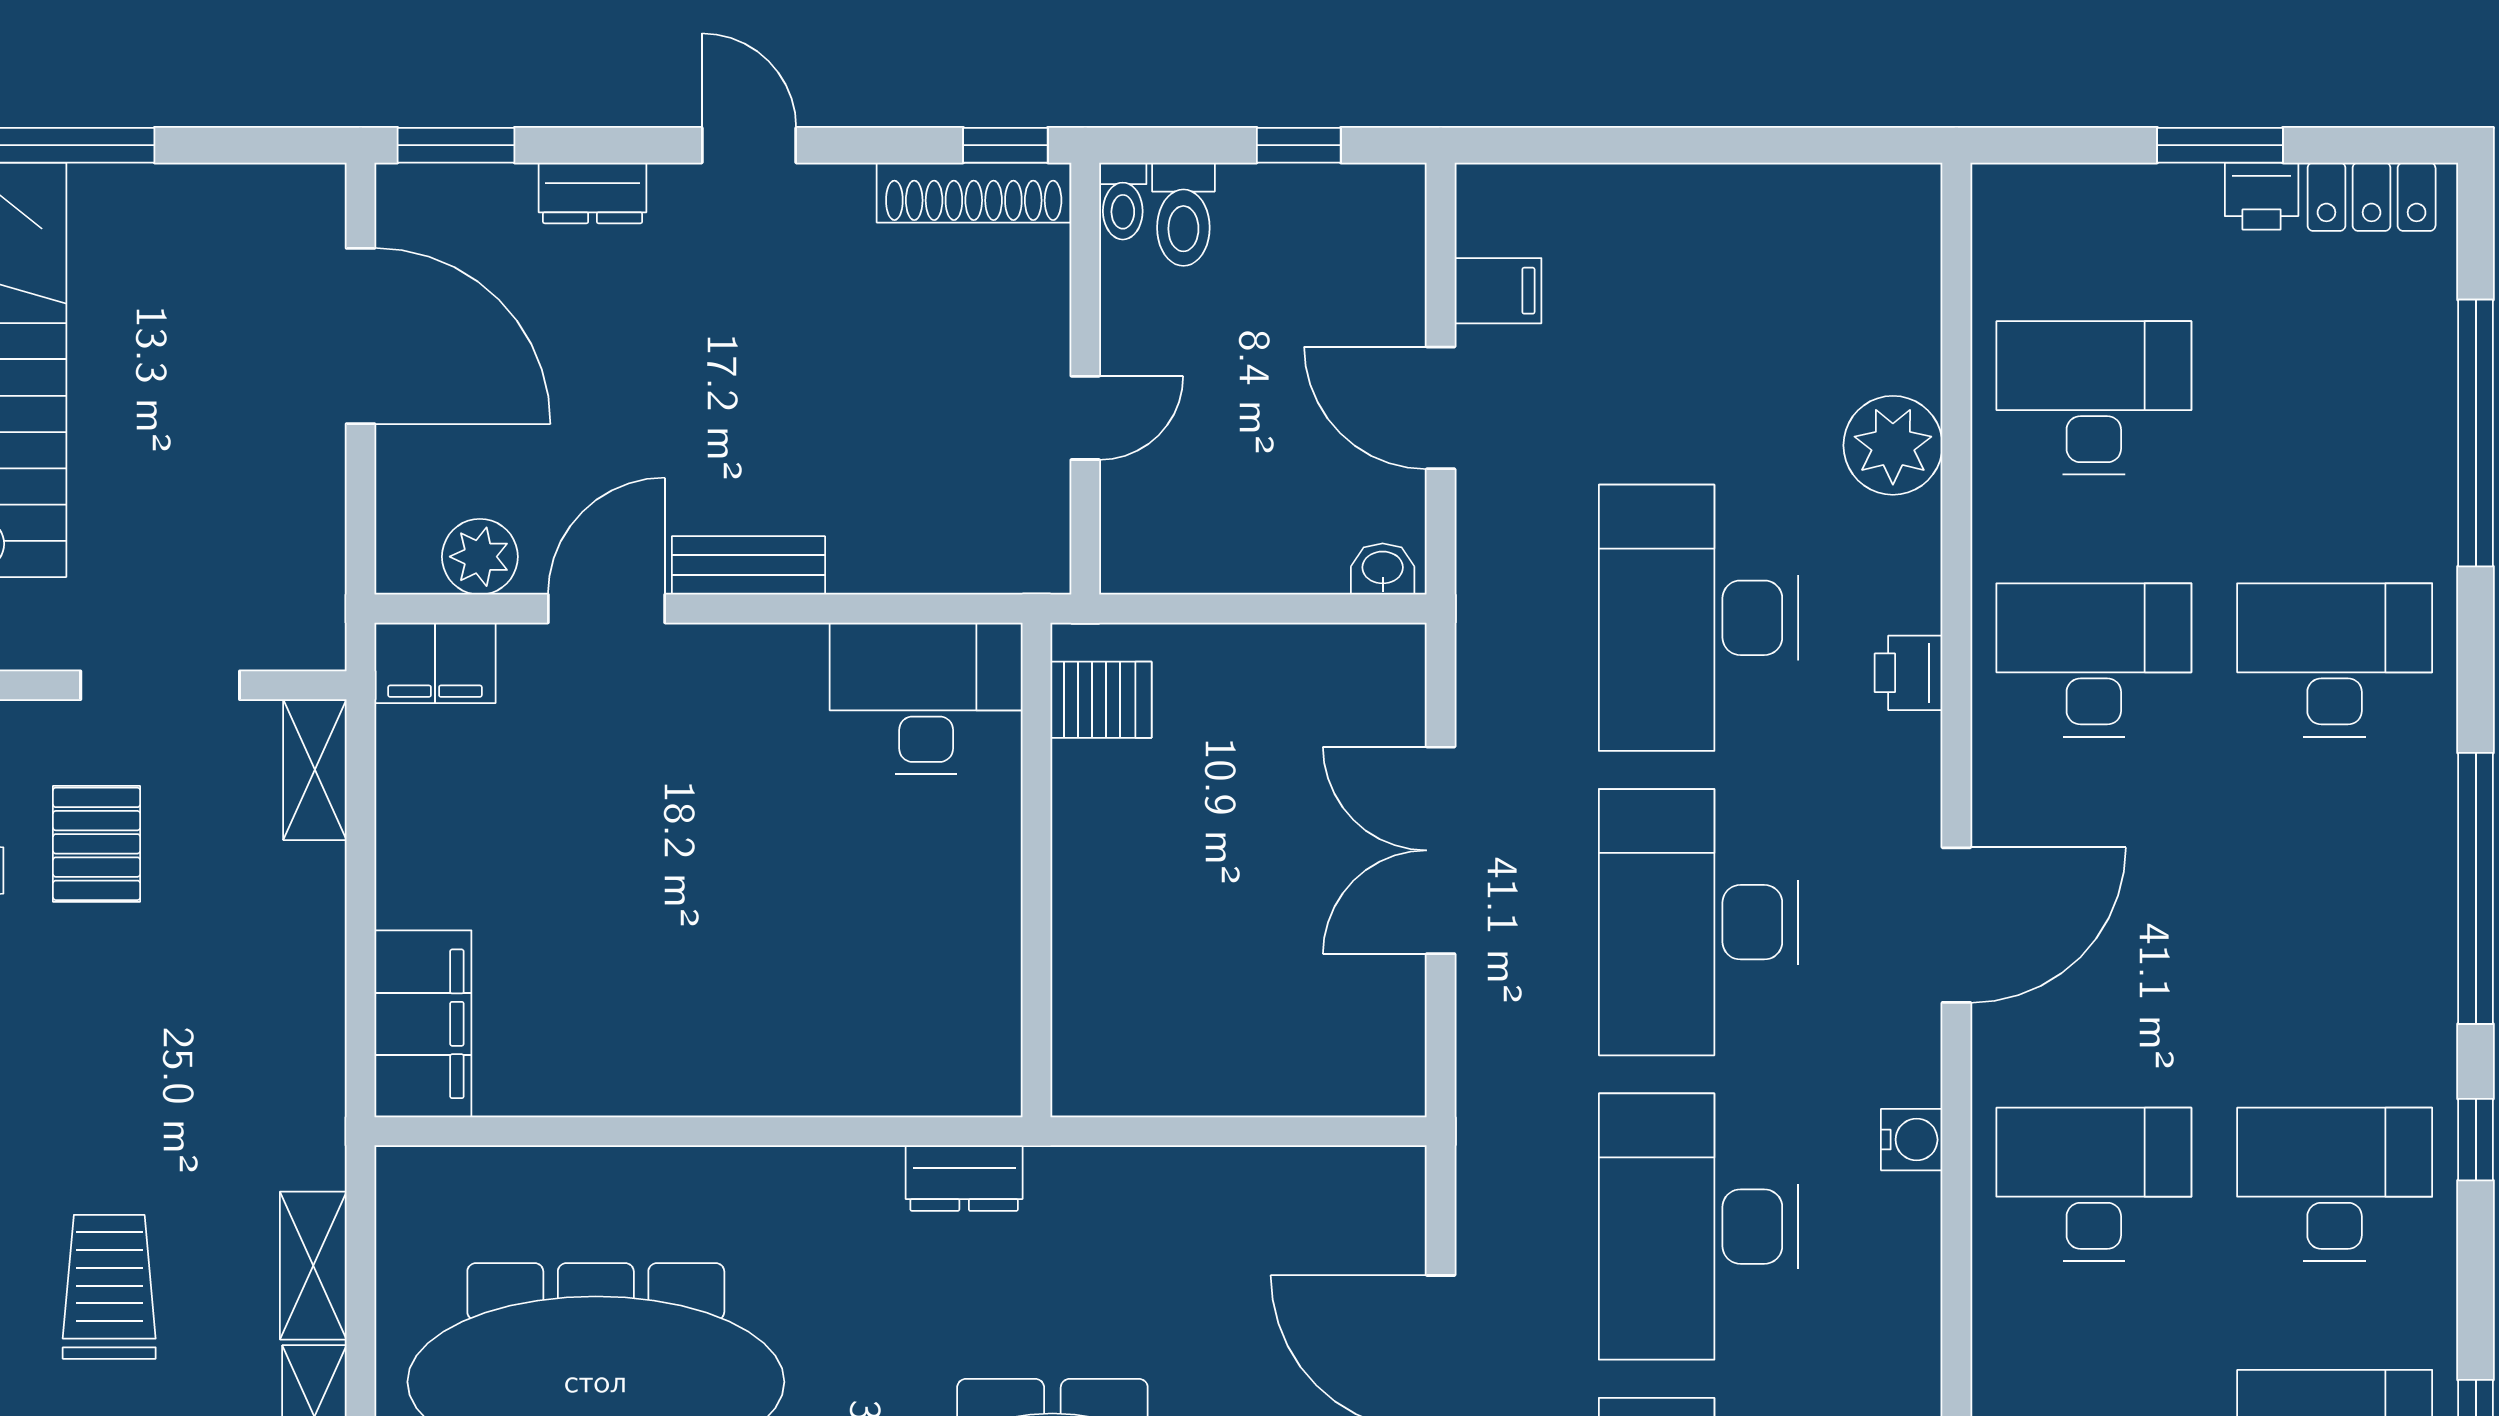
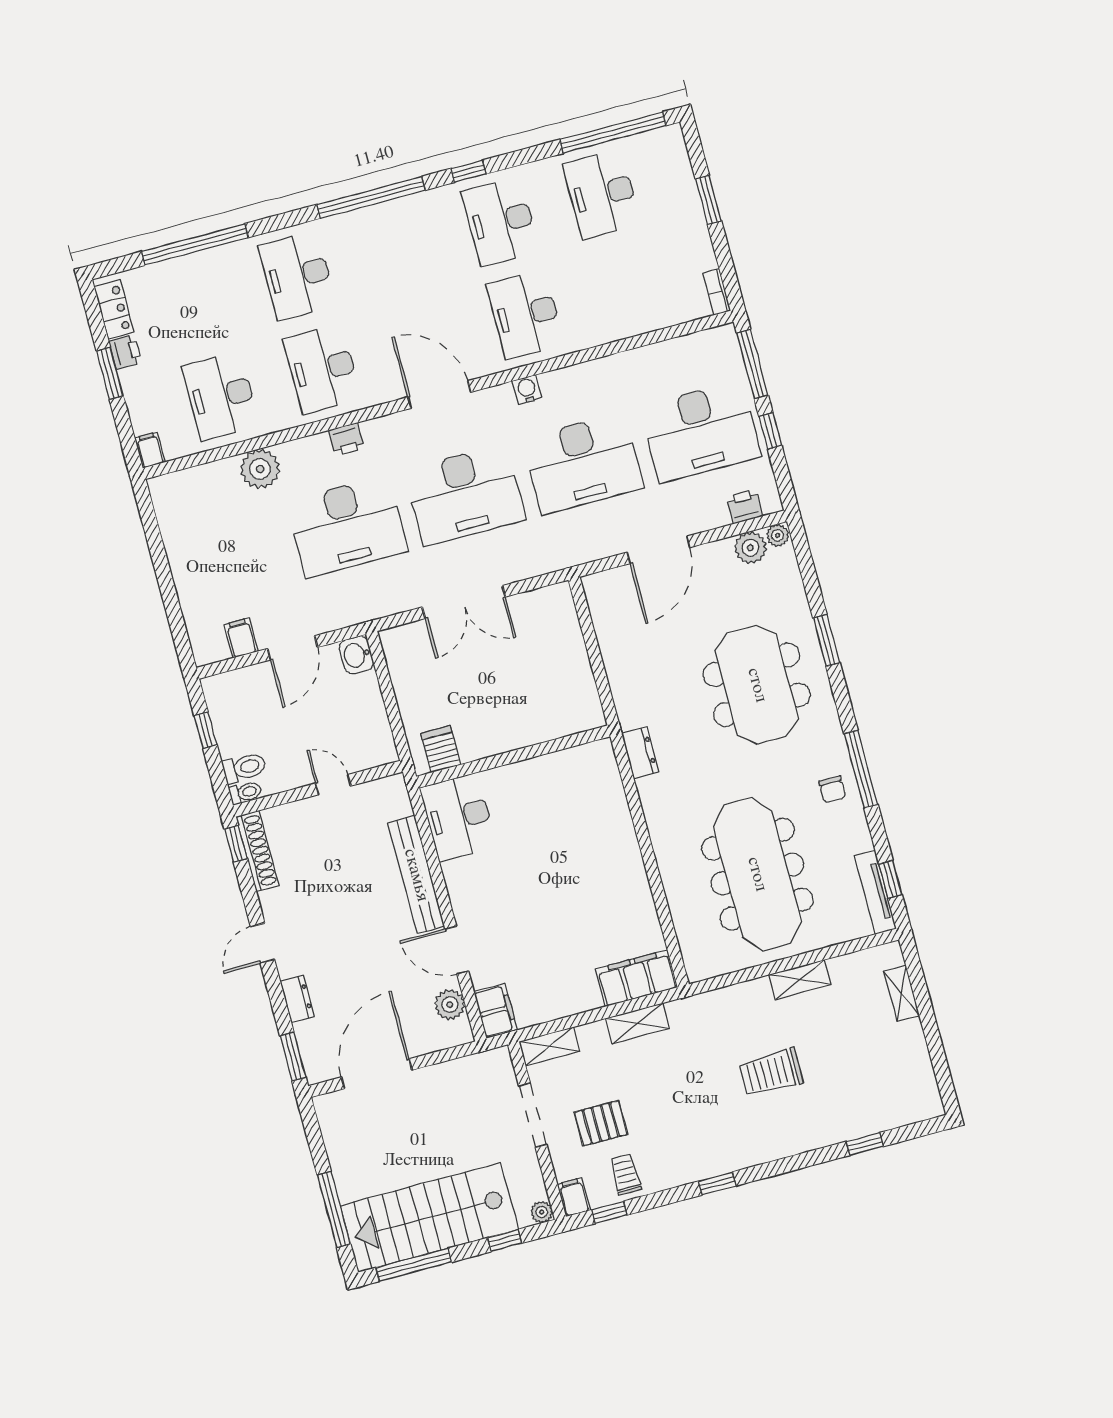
filing cabinet: (2010, 192) -> (150, 450), added
bench: (748, 565) -> (416, 875), width x1.86, depth x1.21
washbasin: (1383, 569) -> (356, 655), width x1.38, depth x1.45
shelving: (313, 1266) -> (637, 1024), moved

